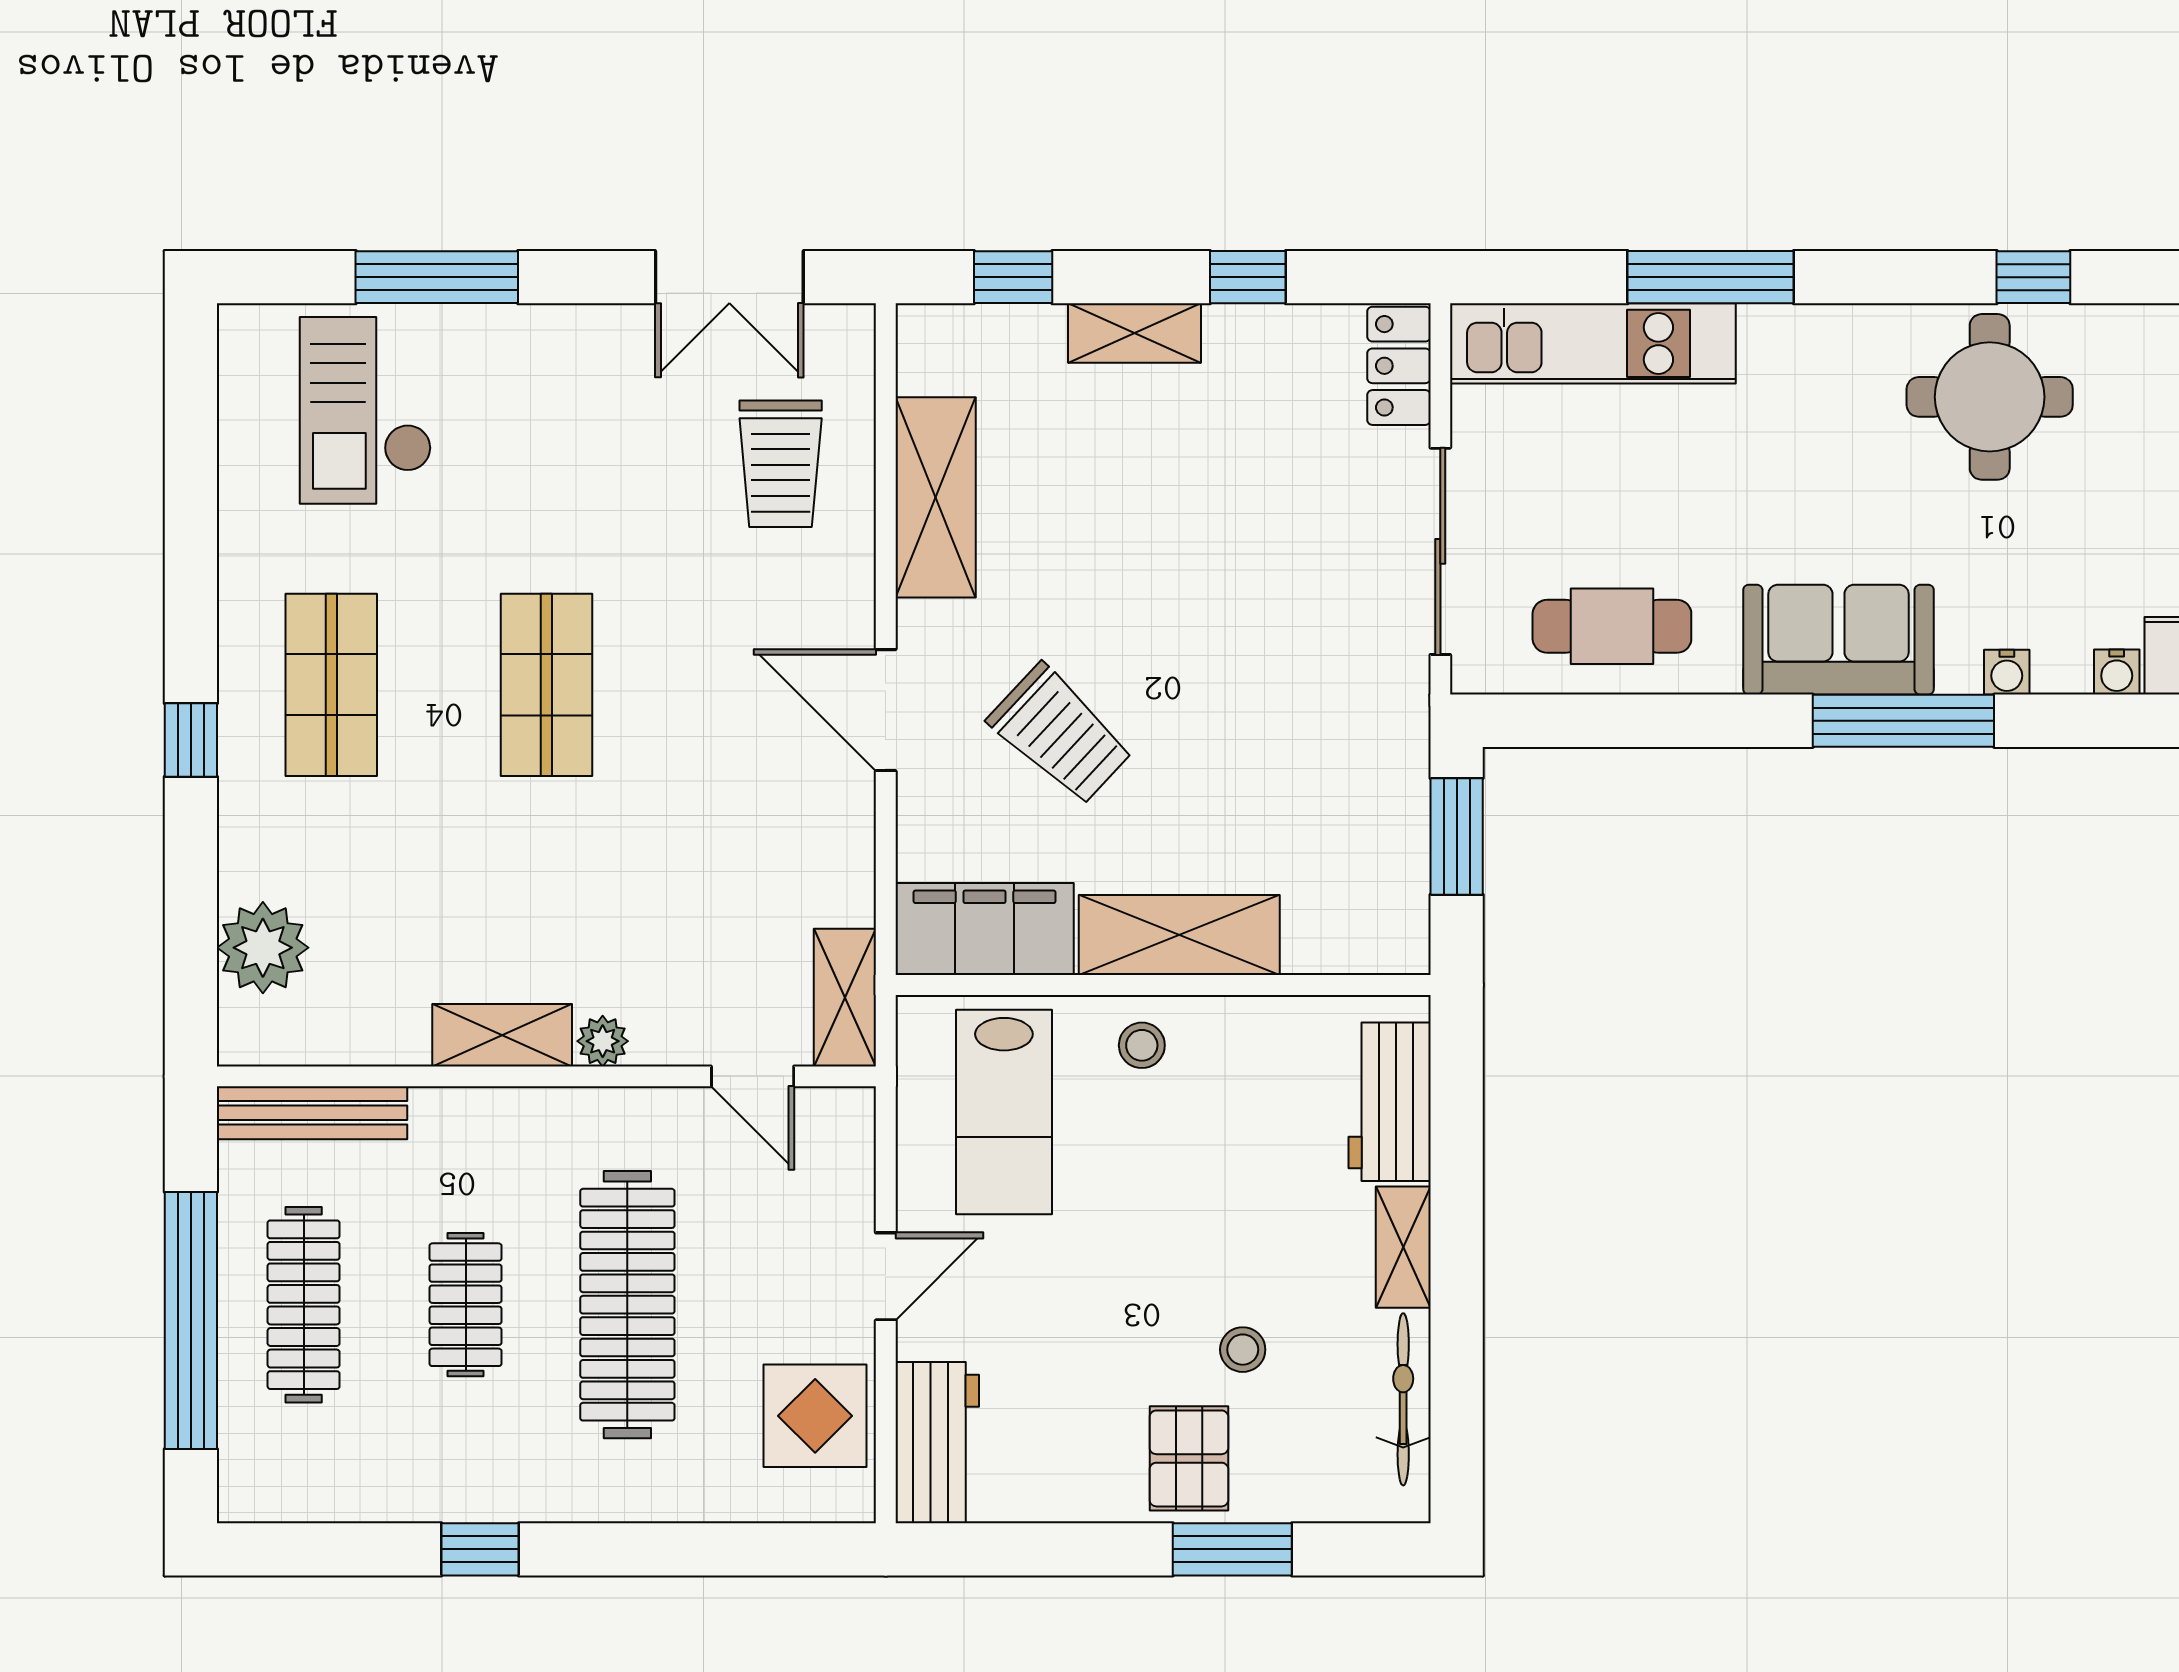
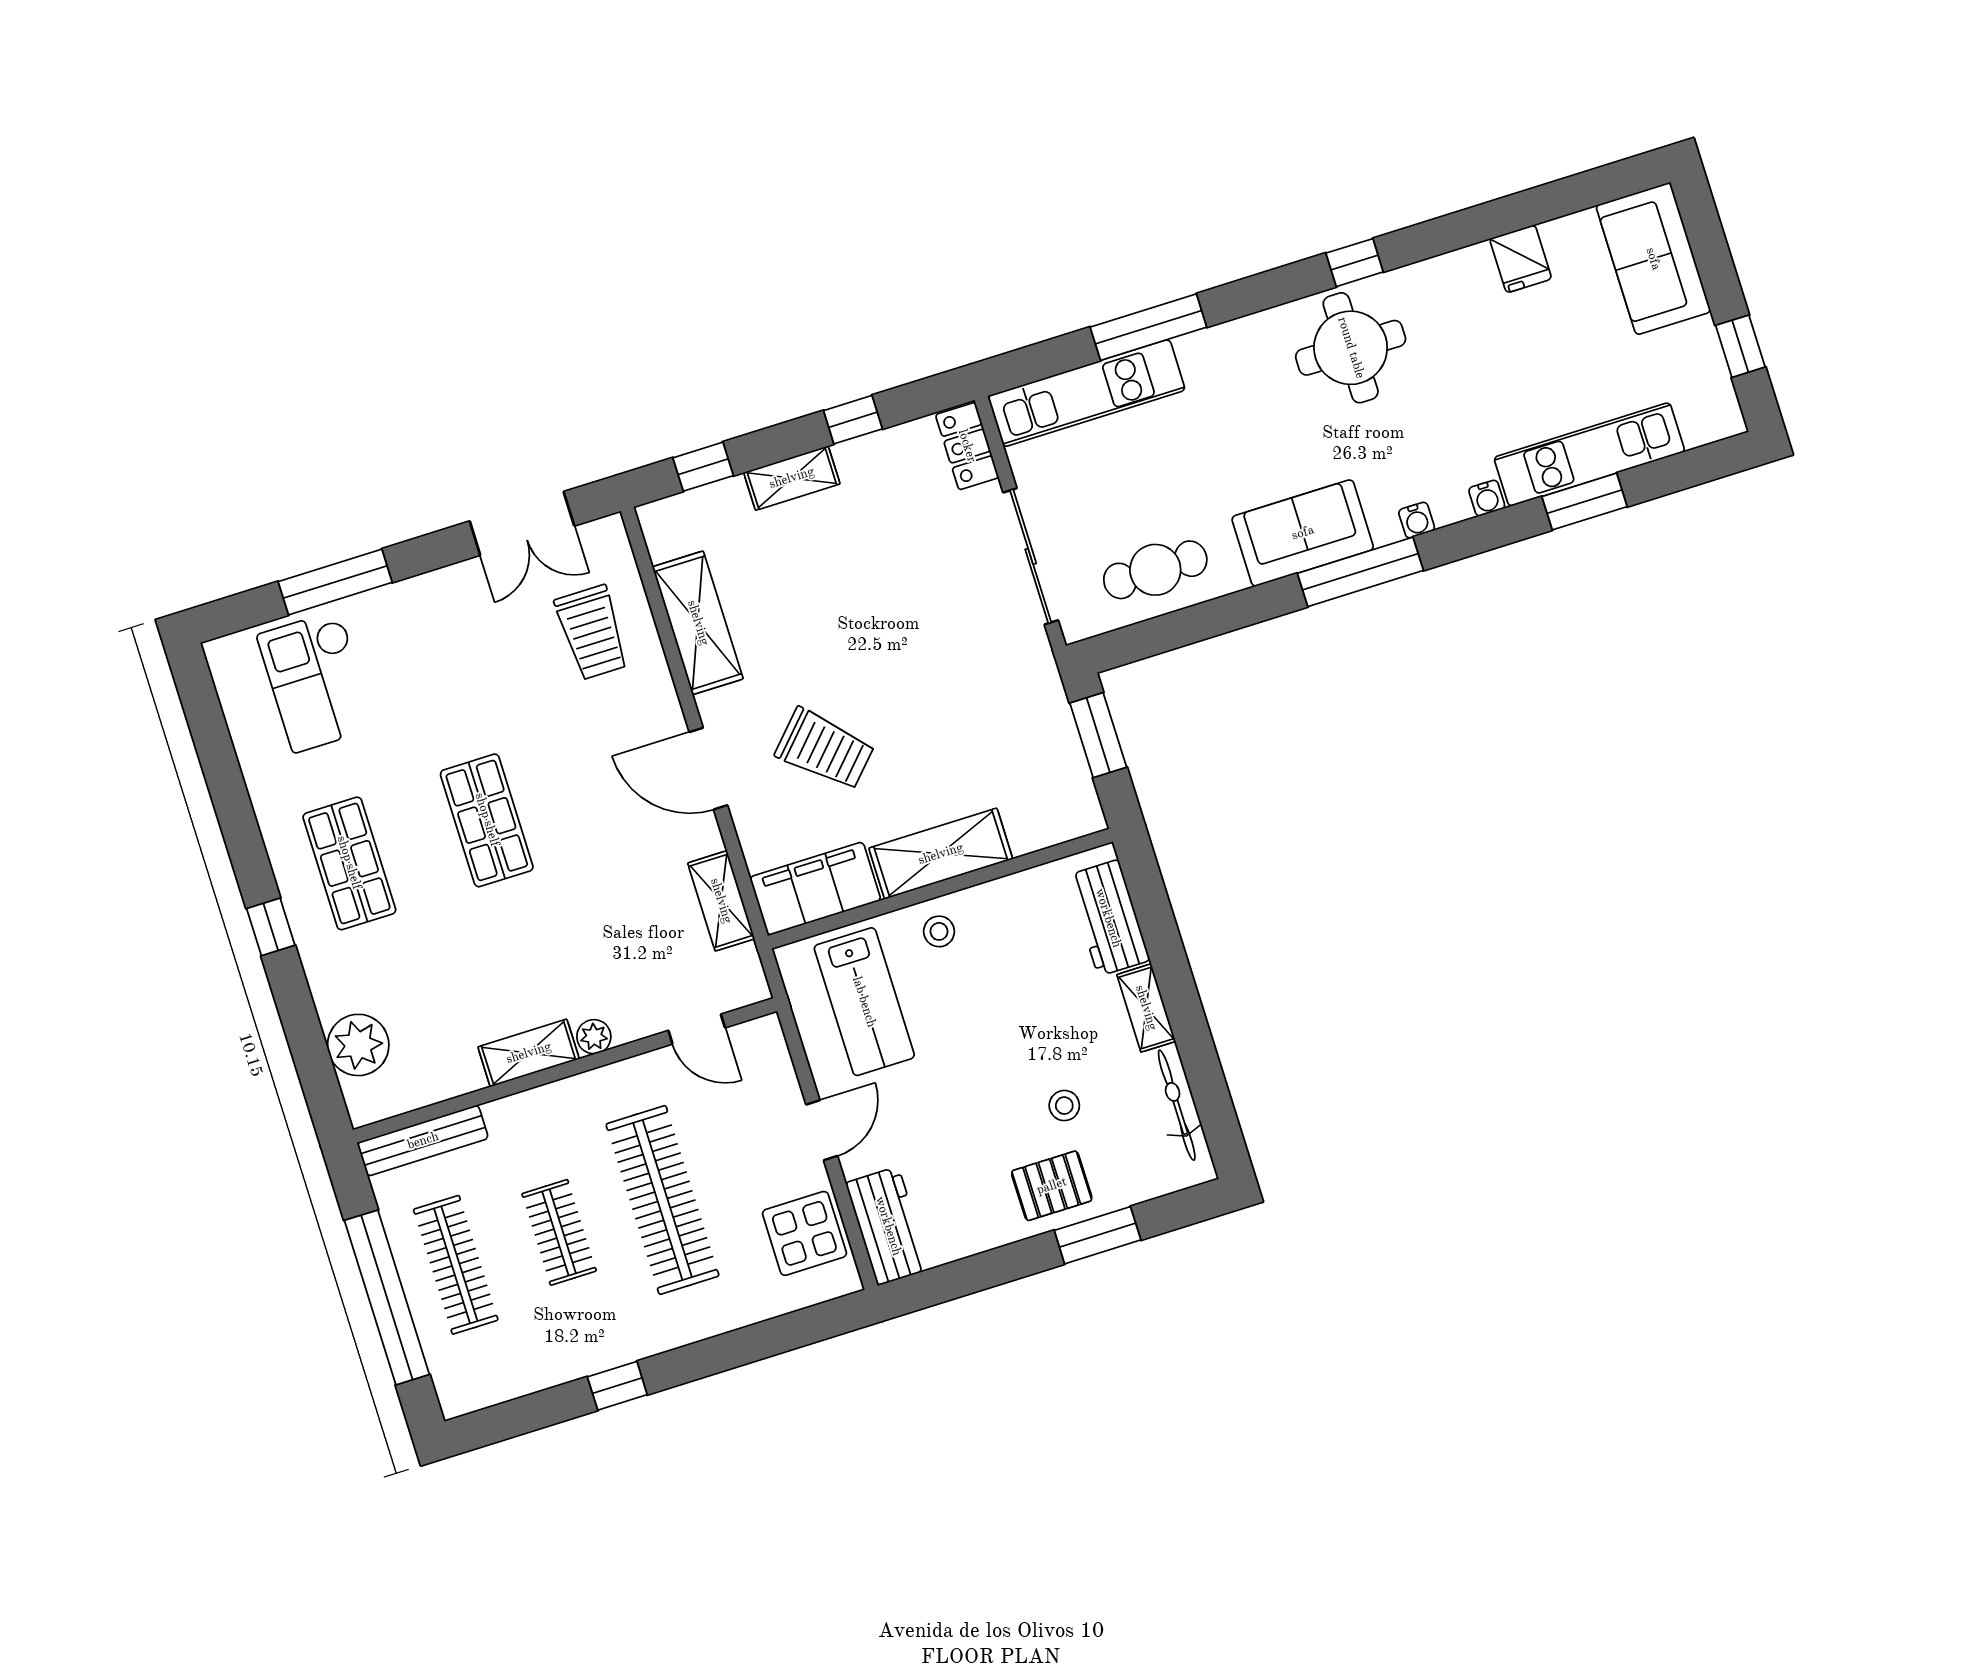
shelving: (845, 998) -> (721, 901), moved
pallet: (1189, 1458) -> (1052, 1186), turned 90

